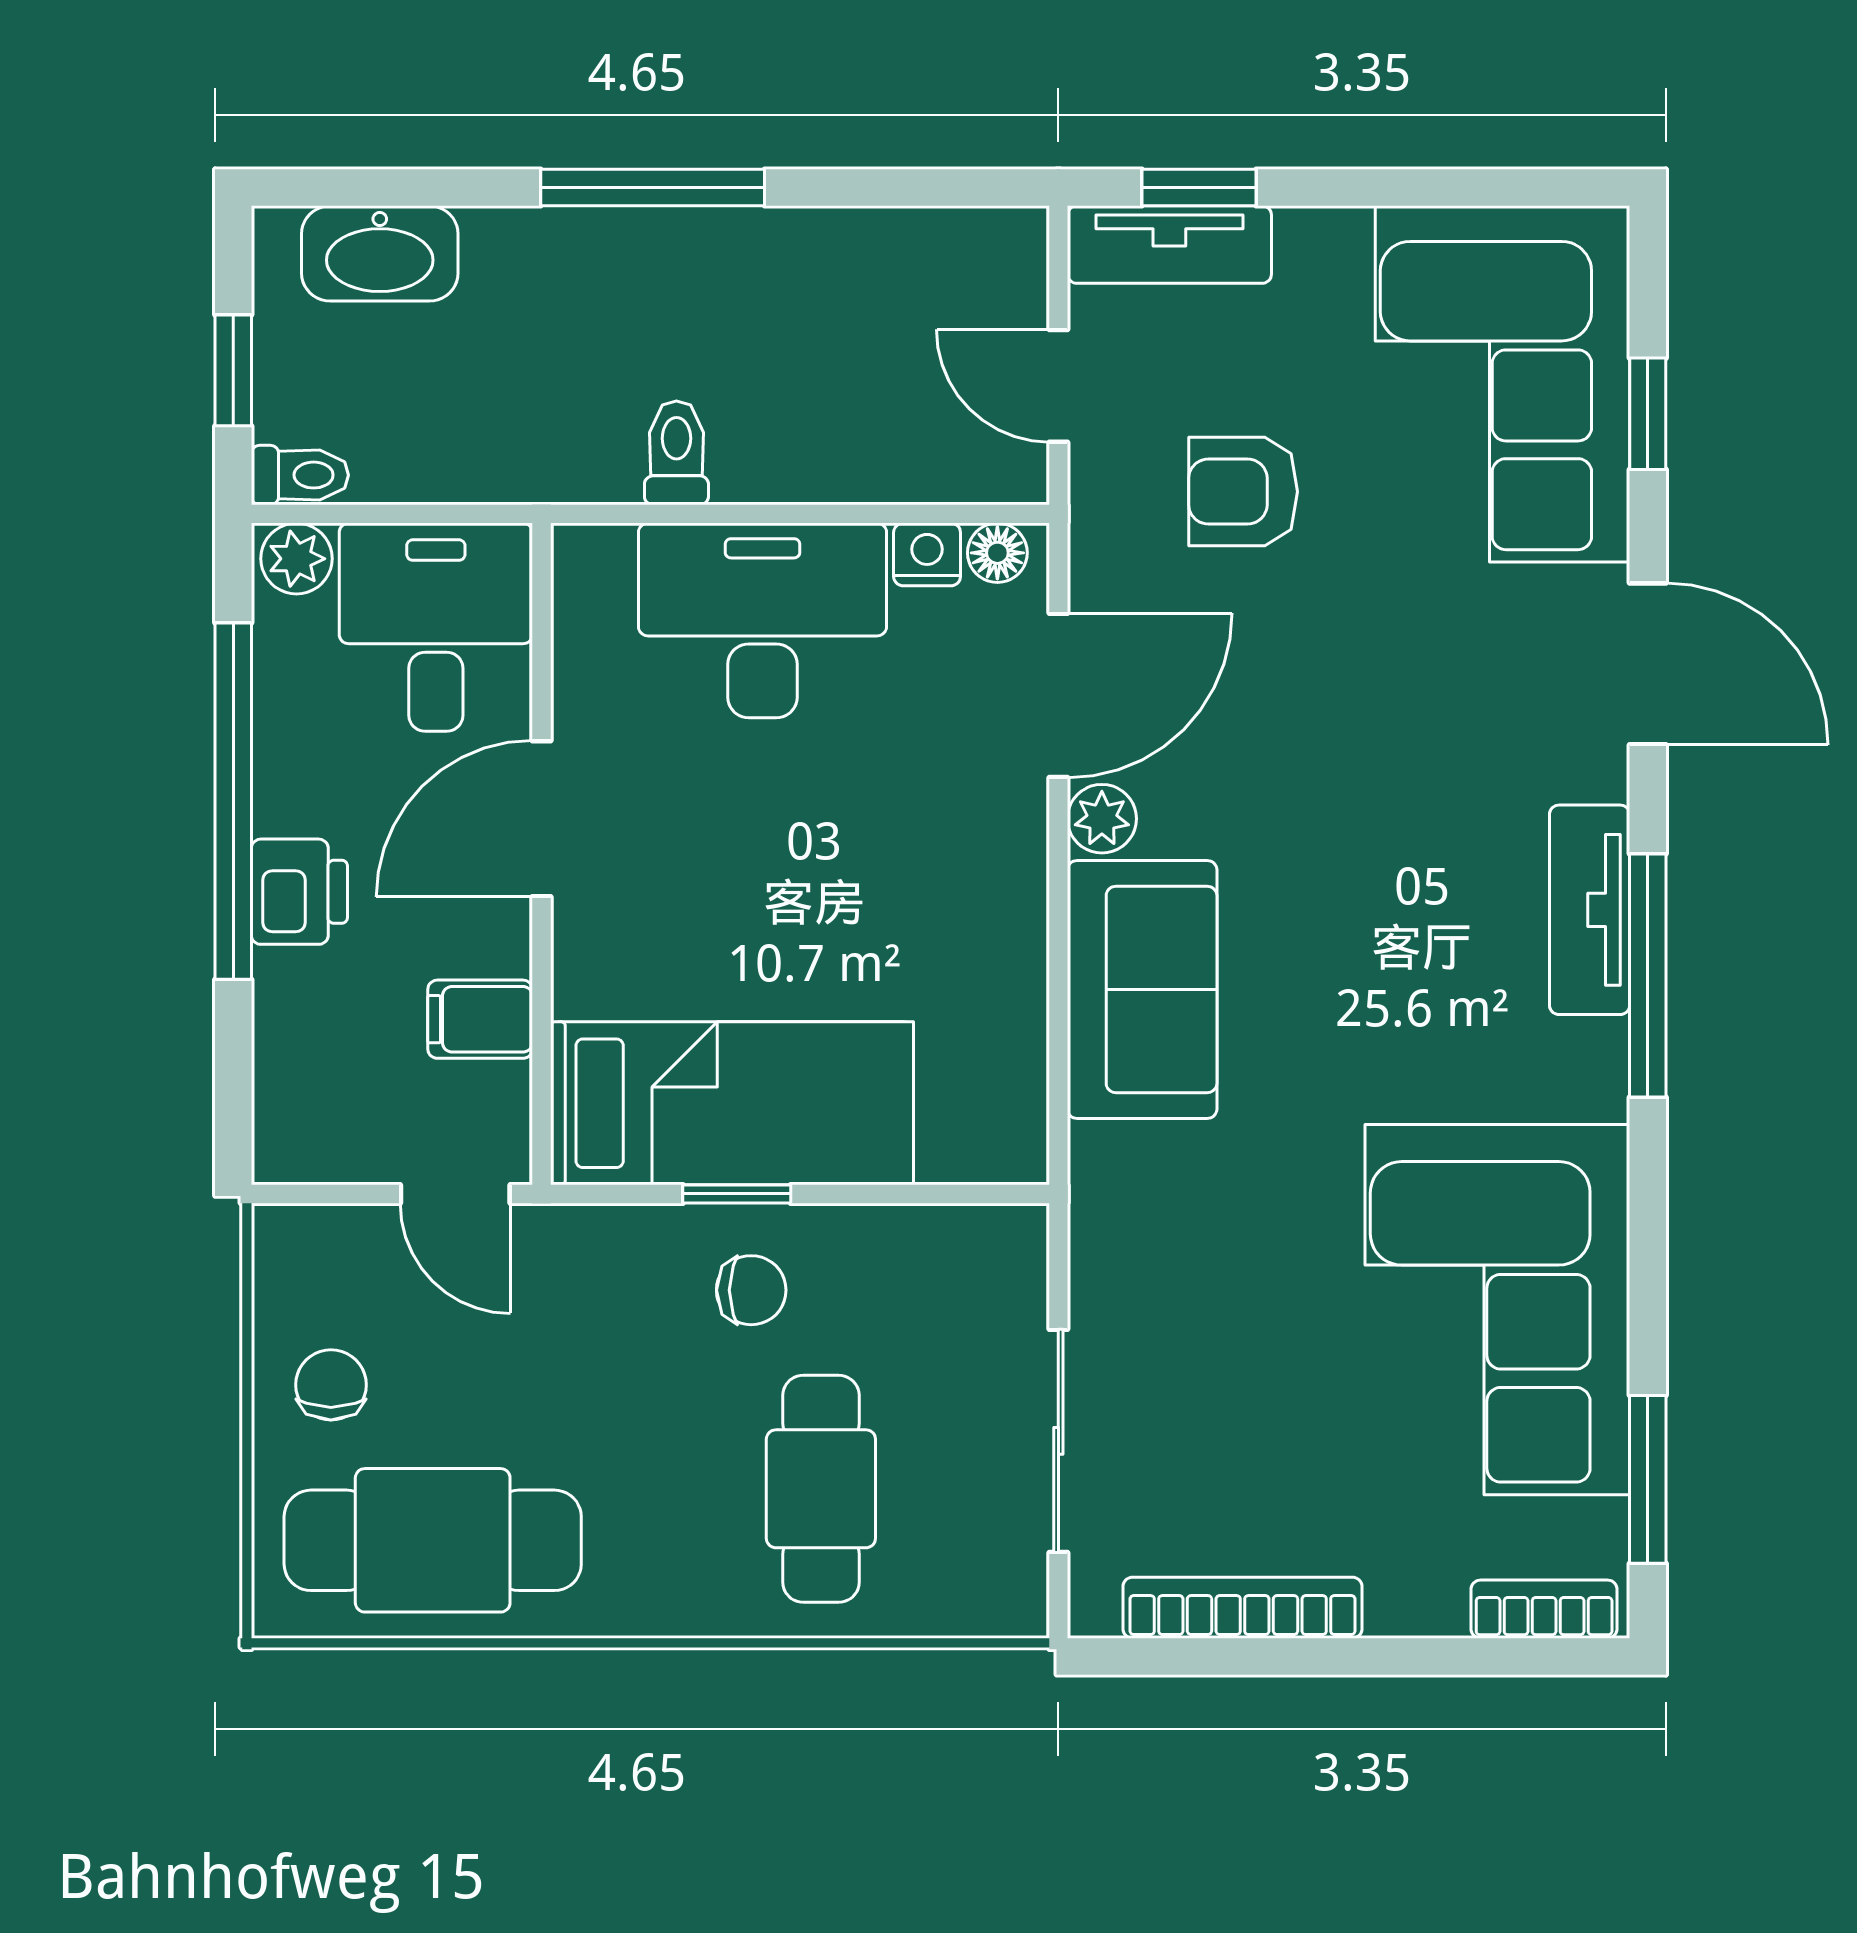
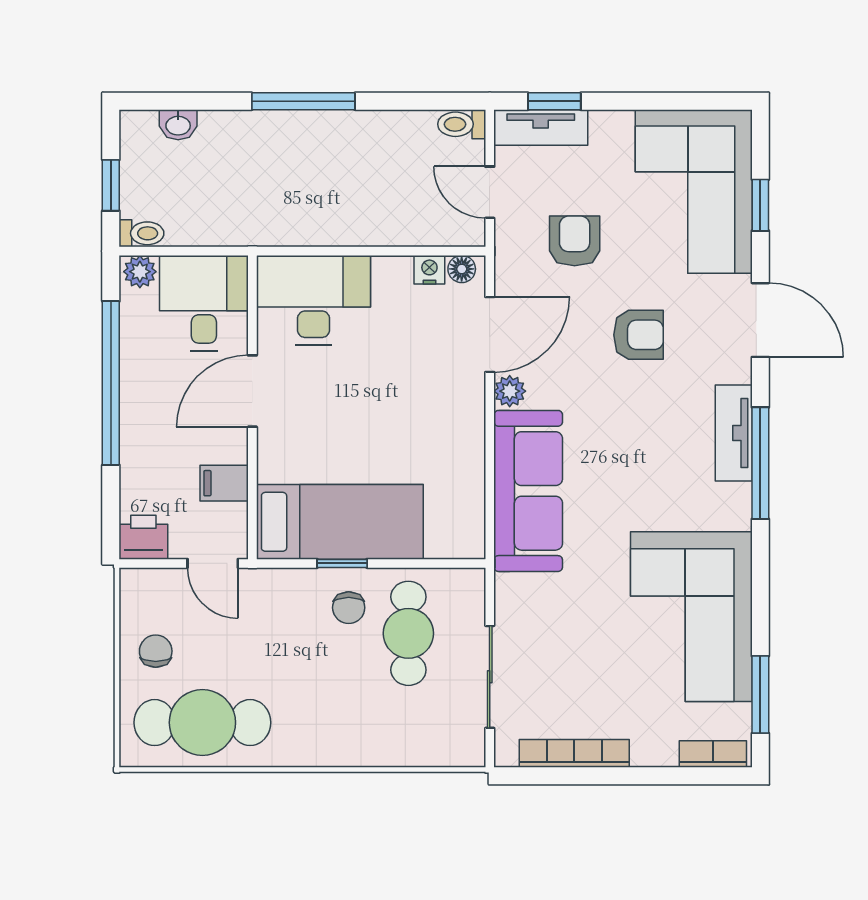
washbasin: (380, 253) -> (178, 125), width x0.52, depth x0.69
toilet: (676, 453) -> (462, 124), moved, turned -90
armchair: (1243, 492) -> (575, 241), turned 90
desk: (762, 620) -> (313, 300), moved
armchair: (1382, 696) -> (639, 335), added
printer: (299, 892) -> (143, 537), moved, turned -90
sofa: (1142, 989) -> (528, 491), width x1.36
chair: (751, 1290) -> (349, 608), turned 90
cafe table: (821, 1489) -> (408, 633), moved

